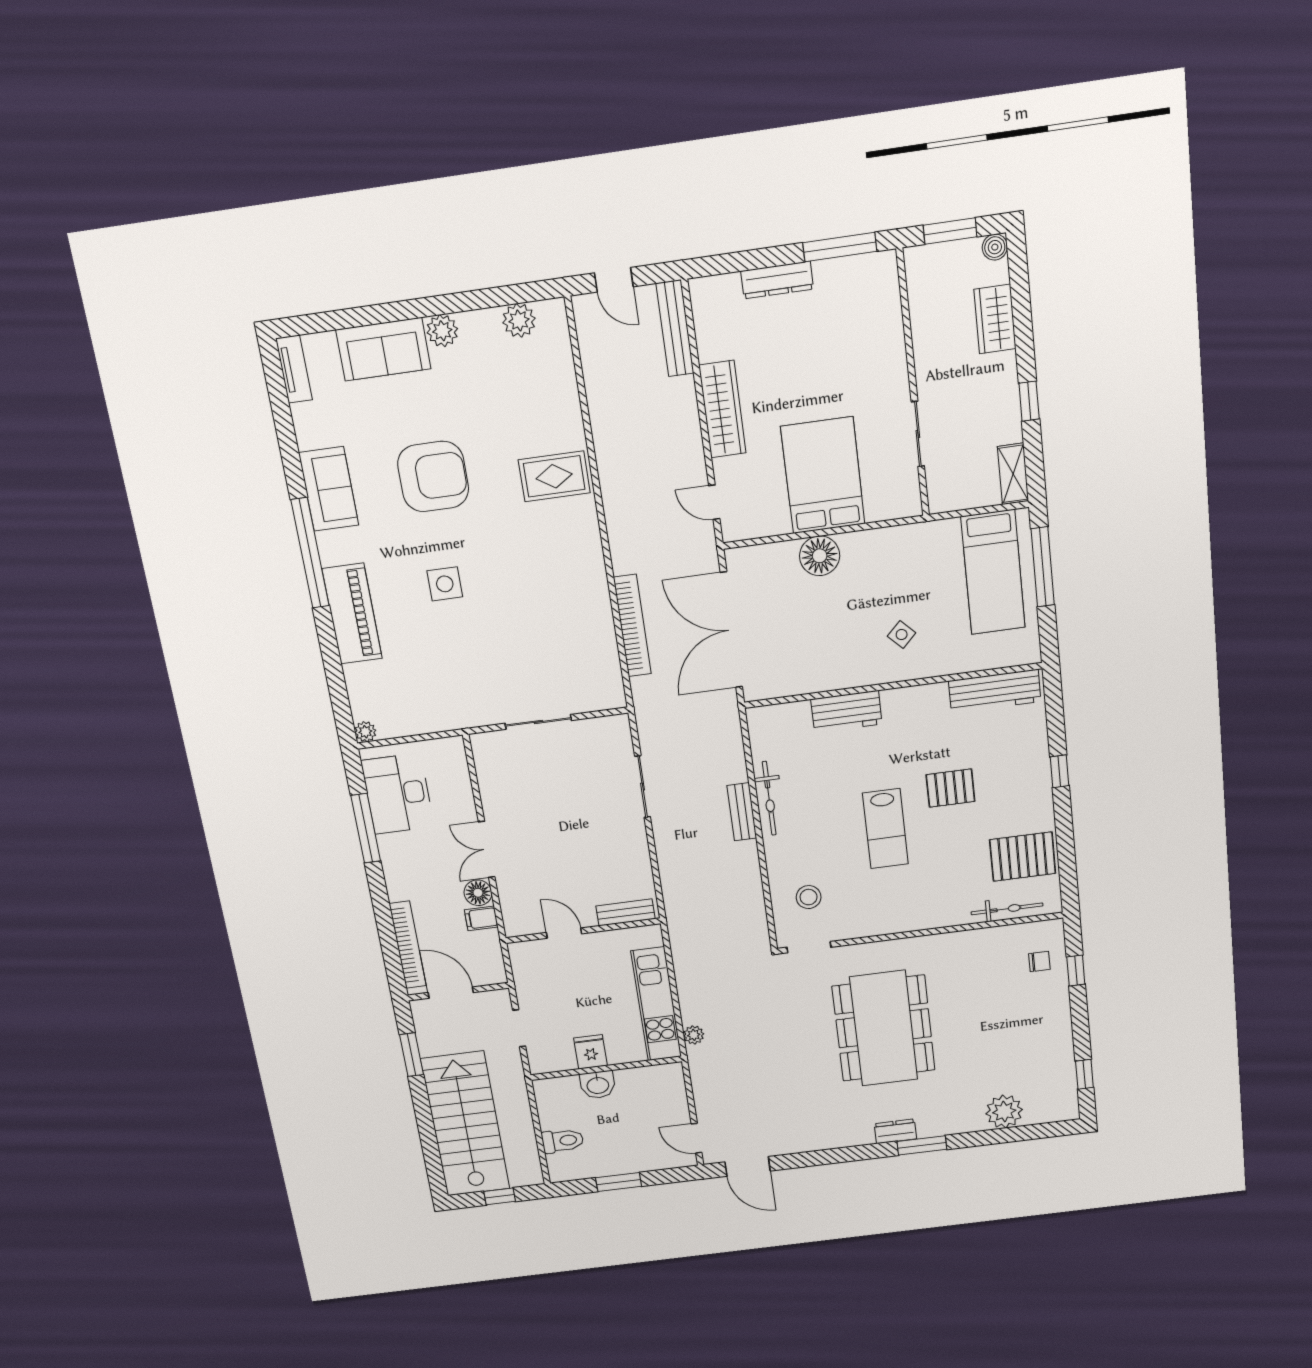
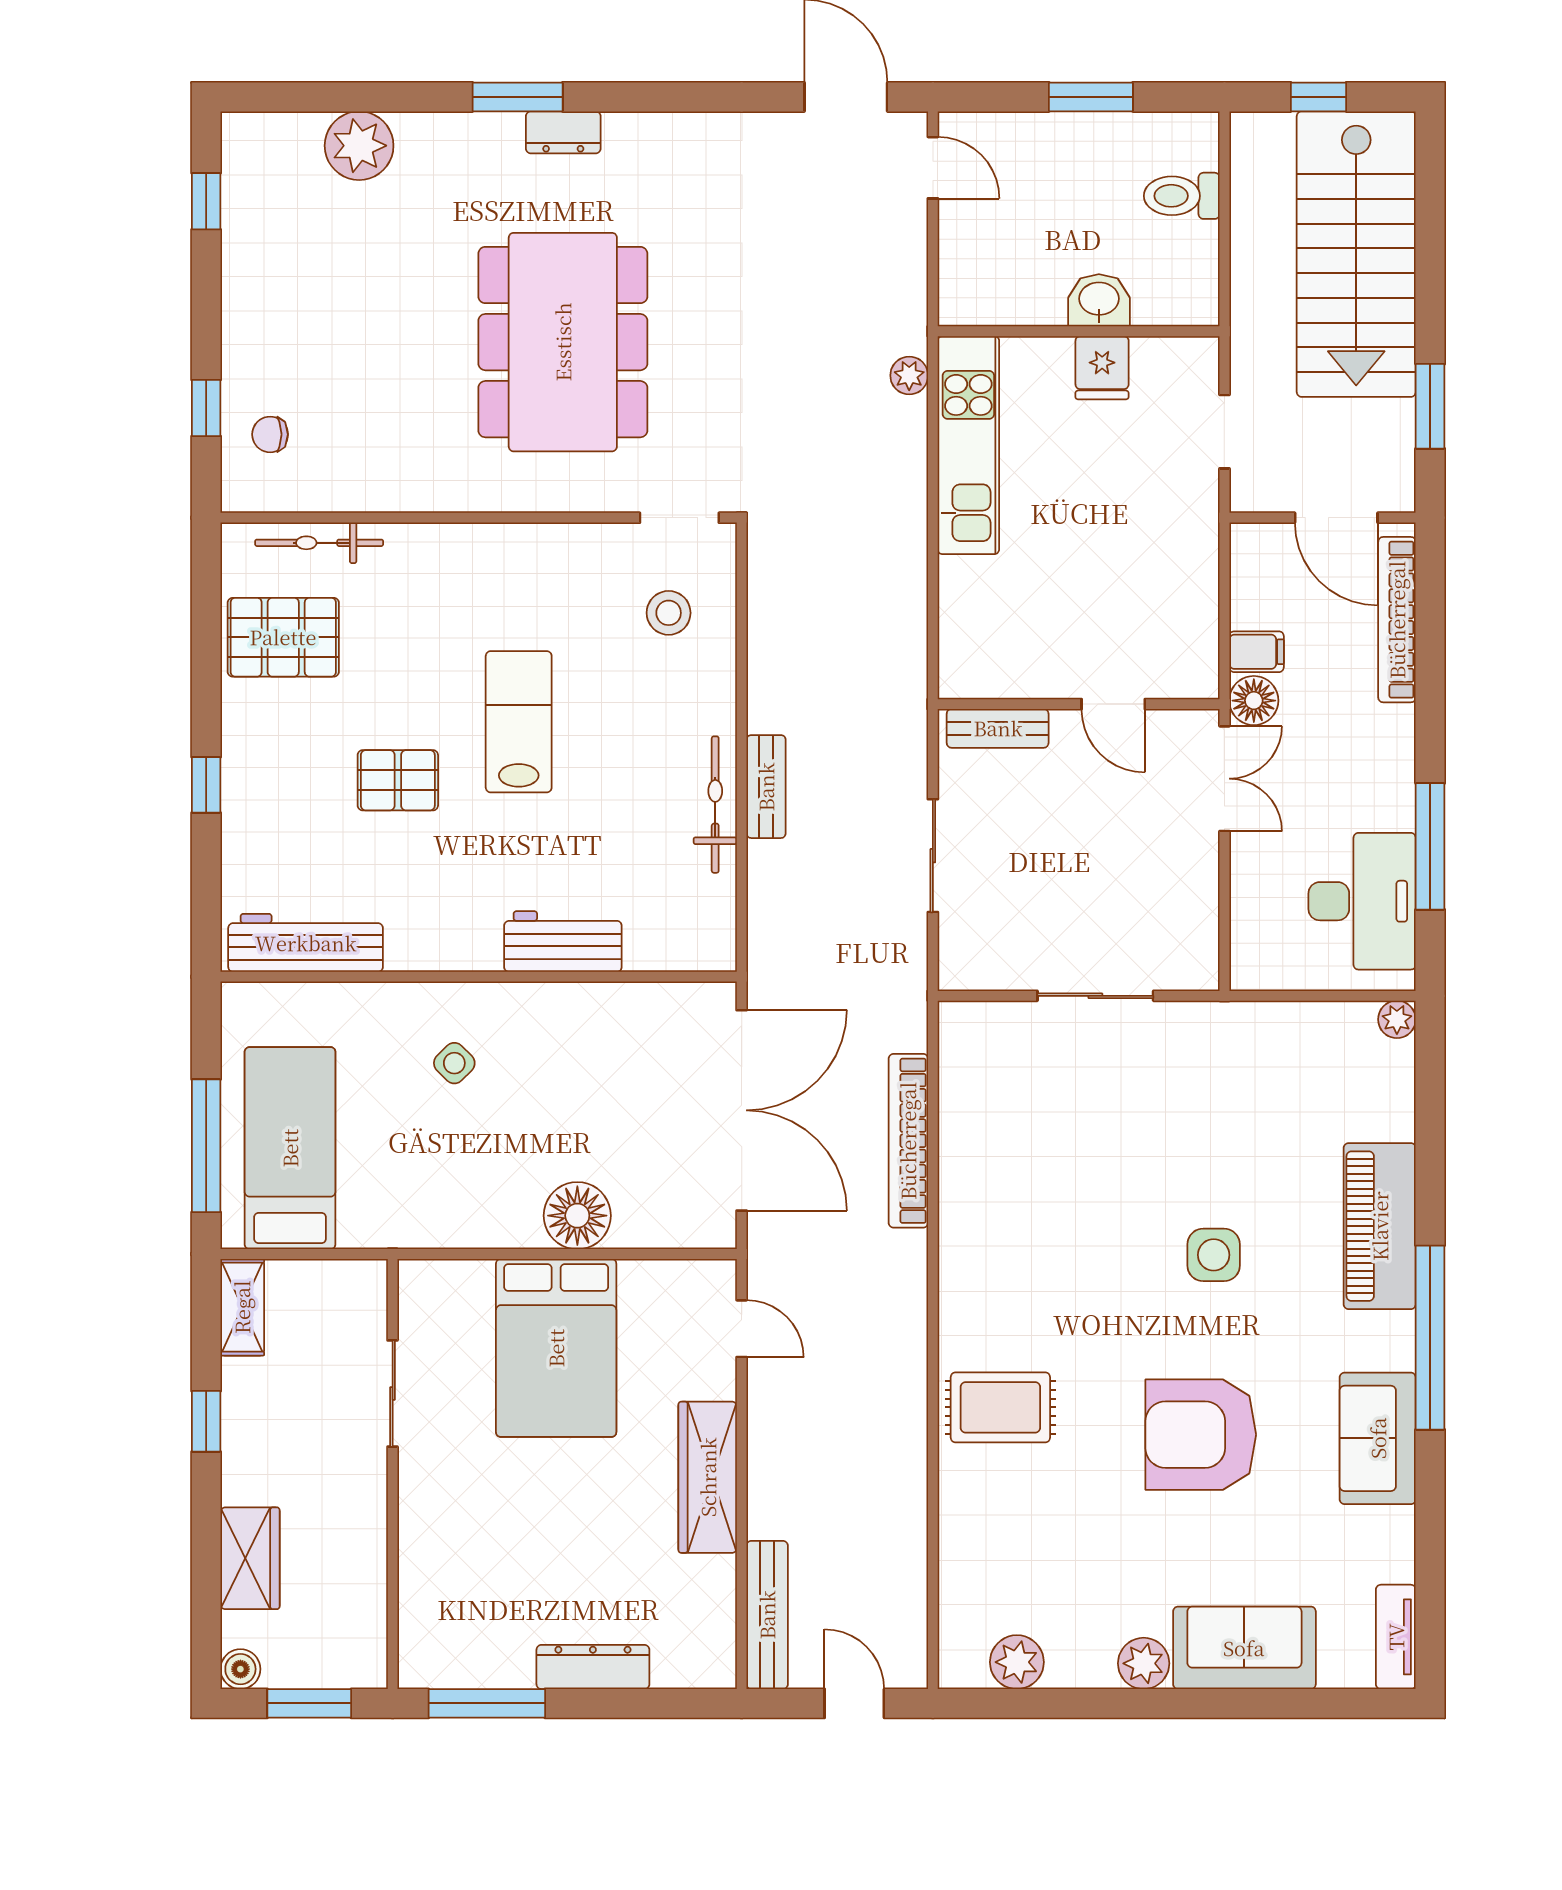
bench: (625, 912) -> (998, 728), moved
wall: (583, 931) -> (1079, 704), moved
door: (564, 933) -> (1113, 704), moved

